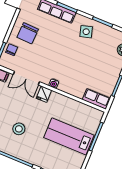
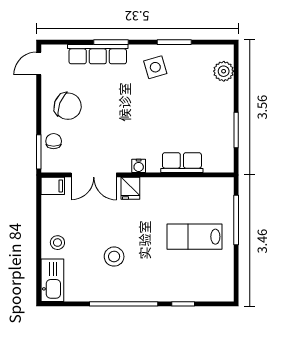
chair: (28, 33) -> (68, 106), turned -71
row of seats: (96, 99) -> (182, 163), moved
lab bench: (69, 136) -> (195, 237), width x0.73, depth x0.72

